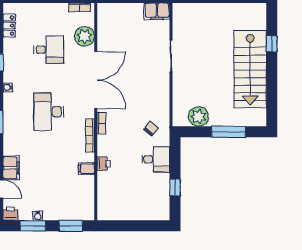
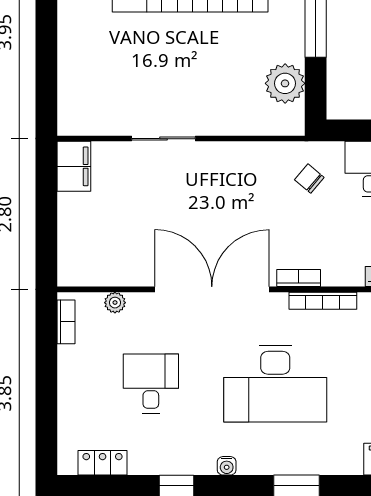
plant: (85, 36) -> (115, 303), width x0.53, depth x0.53
desk: (49, 112) -> (275, 384), width x1.36, depth x1.30

